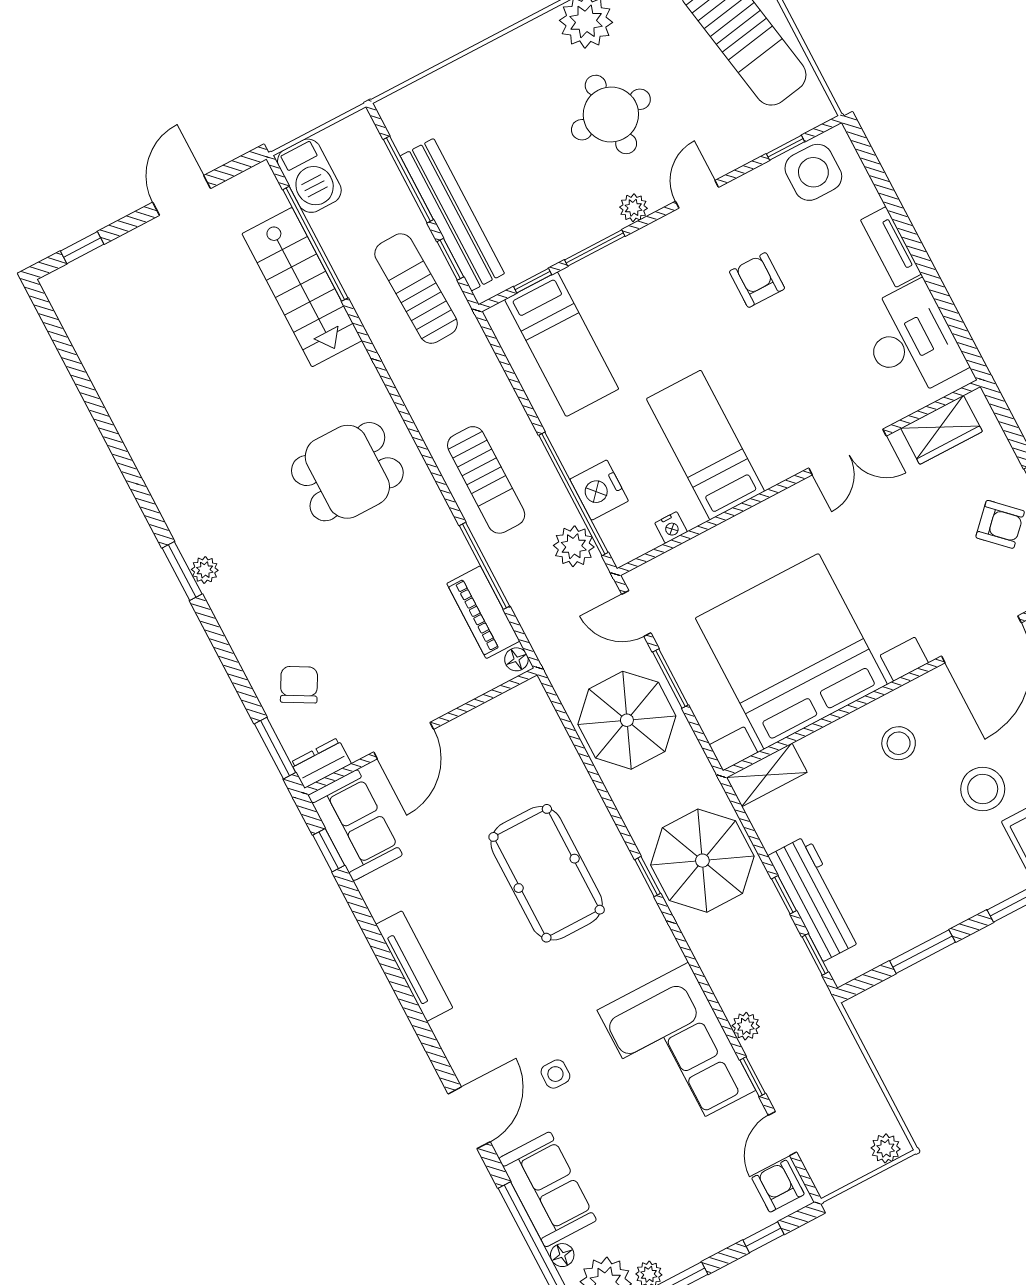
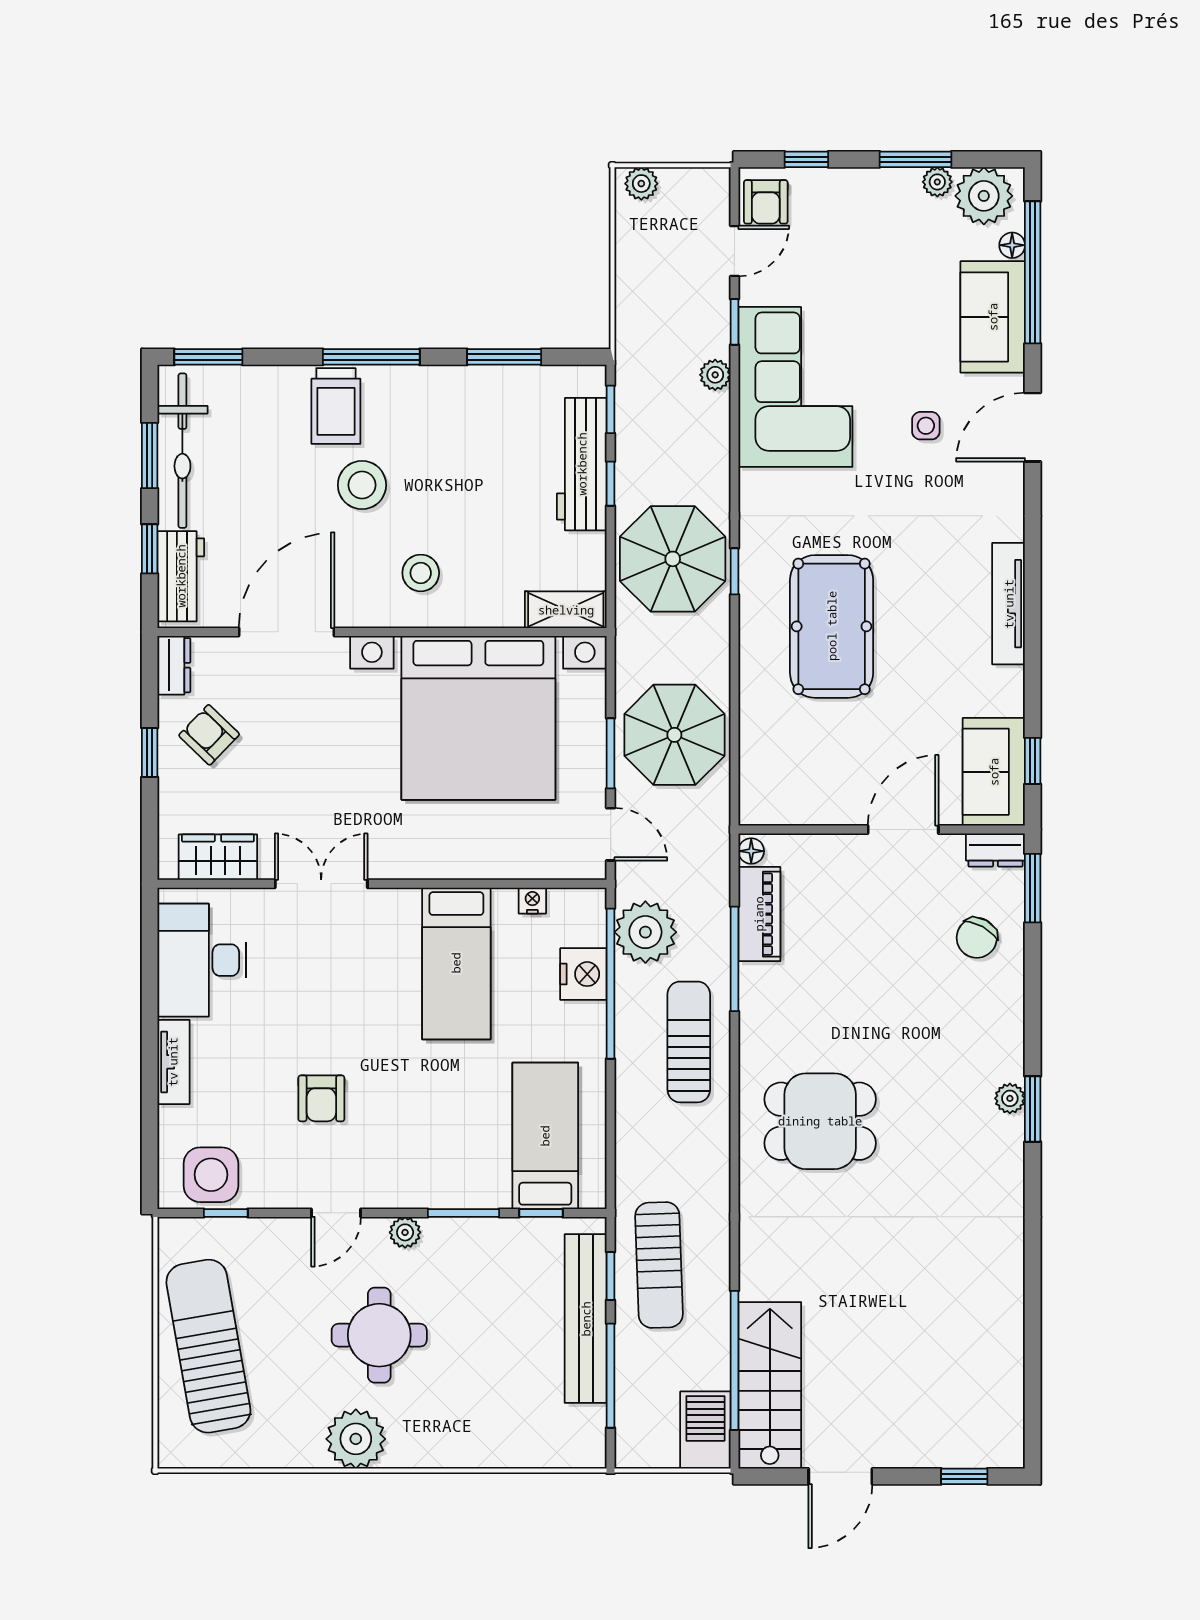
stairs: (302, 287) -> (770, 1385), moved
plant: (574, 546) -> (645, 932), width x1.36, depth x1.36

